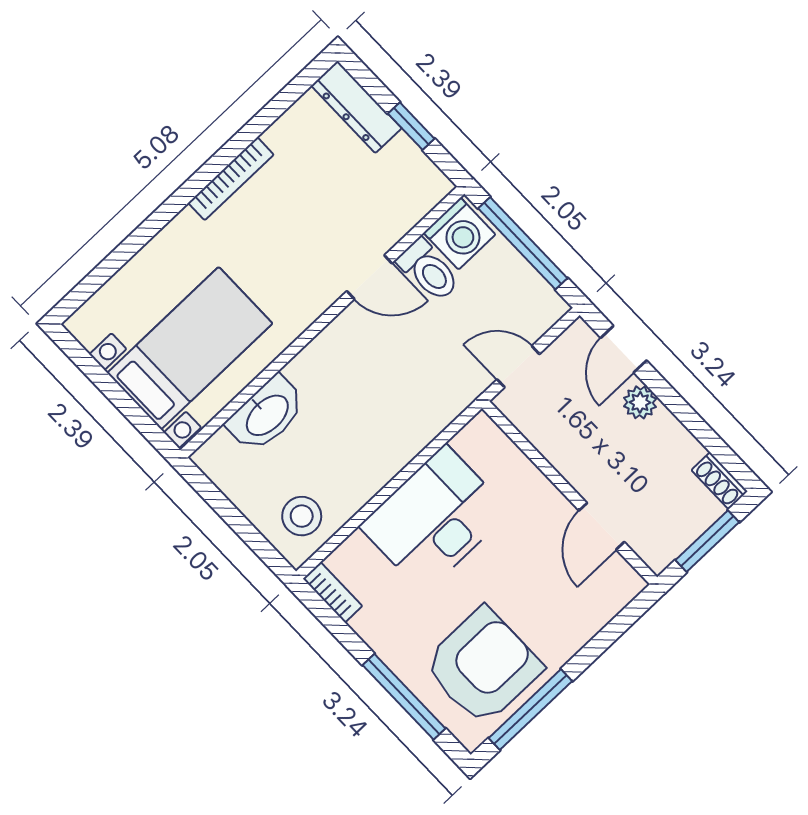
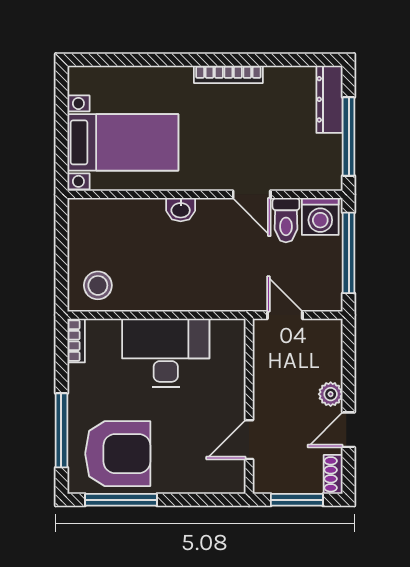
window: (411, 126) -> (349, 137), width x2.17
door: (624, 349) -> (349, 430), moved
washbasin: (266, 414) -> (181, 210), moved, width x0.52, depth x0.69

